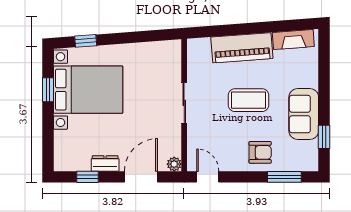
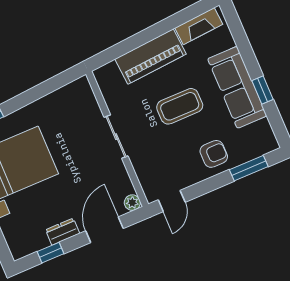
sofa: (304, 114) -> (237, 87), width x1.36
window: (324, 137) -> (263, 90), moved
door: (208, 177) -> (172, 201), swing flipped

